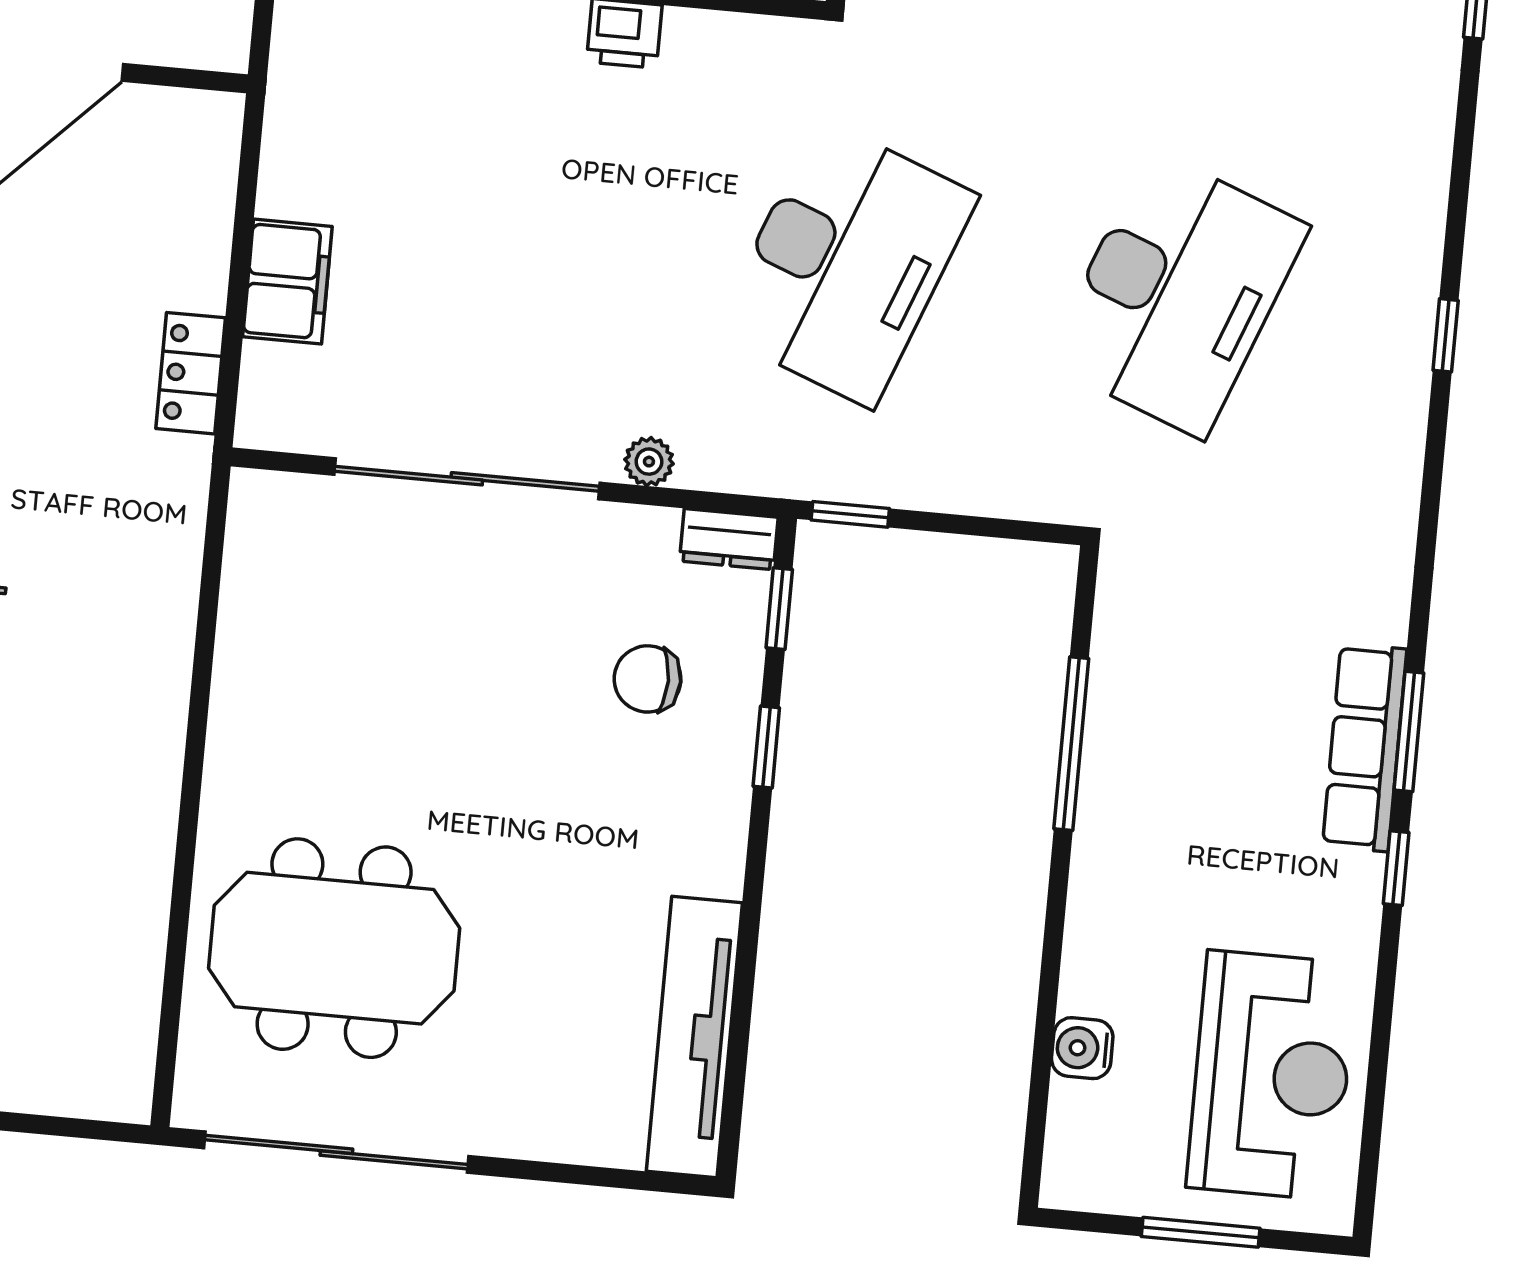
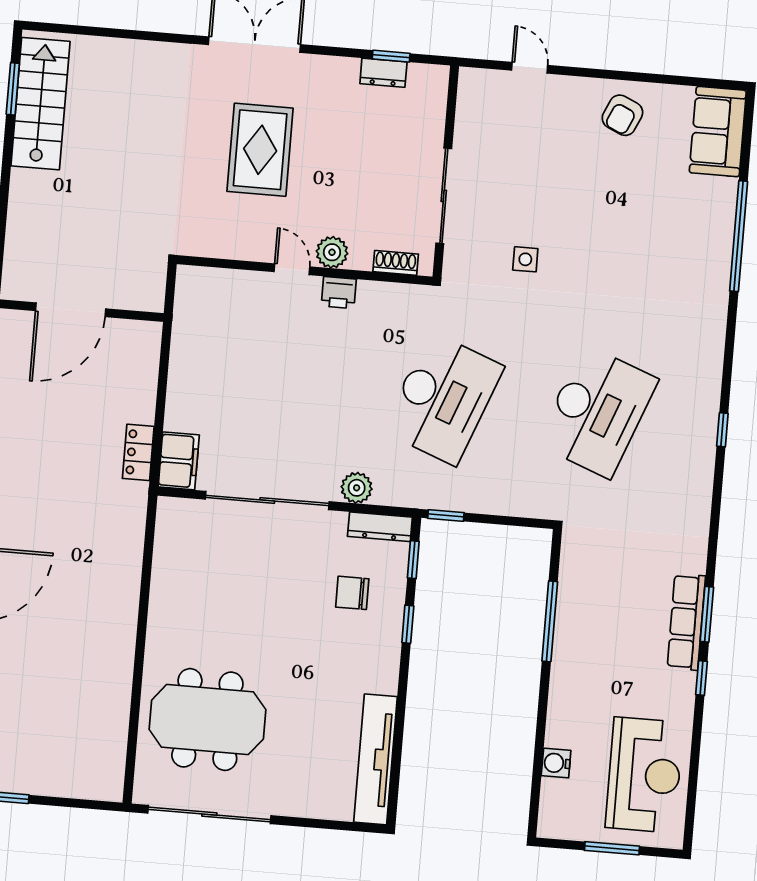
filing cabinet: (287, 282) -> (179, 461), moved
plant: (649, 462) -> (357, 488), width x1.38, depth x1.38
dresser: (729, 539) -> (380, 527), width x1.44

